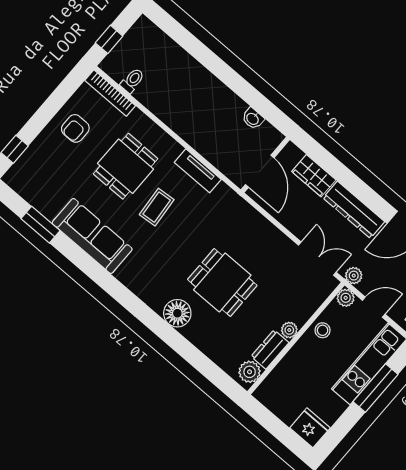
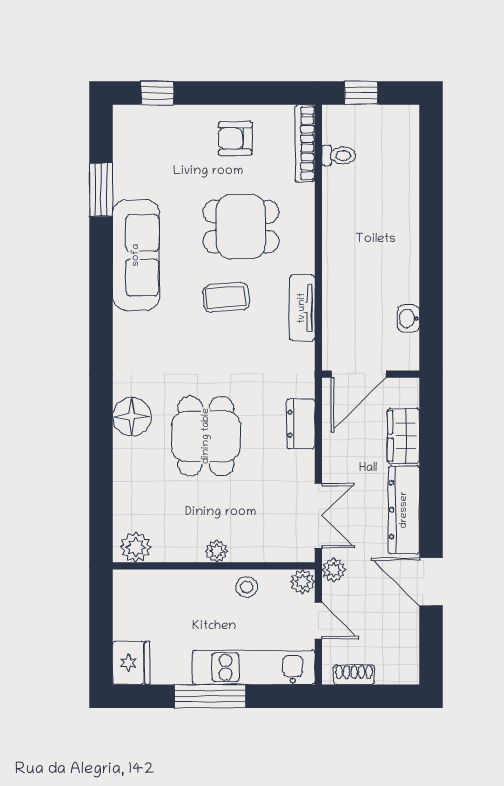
dresser: (270, 350) -> (301, 424), moved, turned -90
window: (375, 388) -> (210, 696), moved

